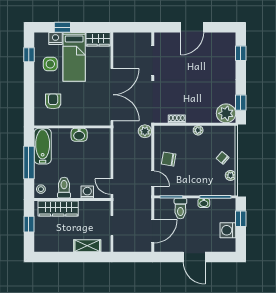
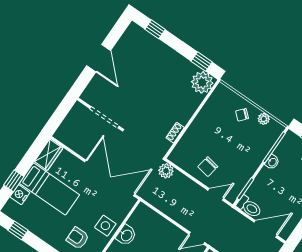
side table: (50, 64) -> (105, 226), moved
plant: (198, 130) -> (200, 120), removed
toilet: (180, 209) -> (249, 207), moved
door: (153, 231) -> (266, 229), hinge flipped

